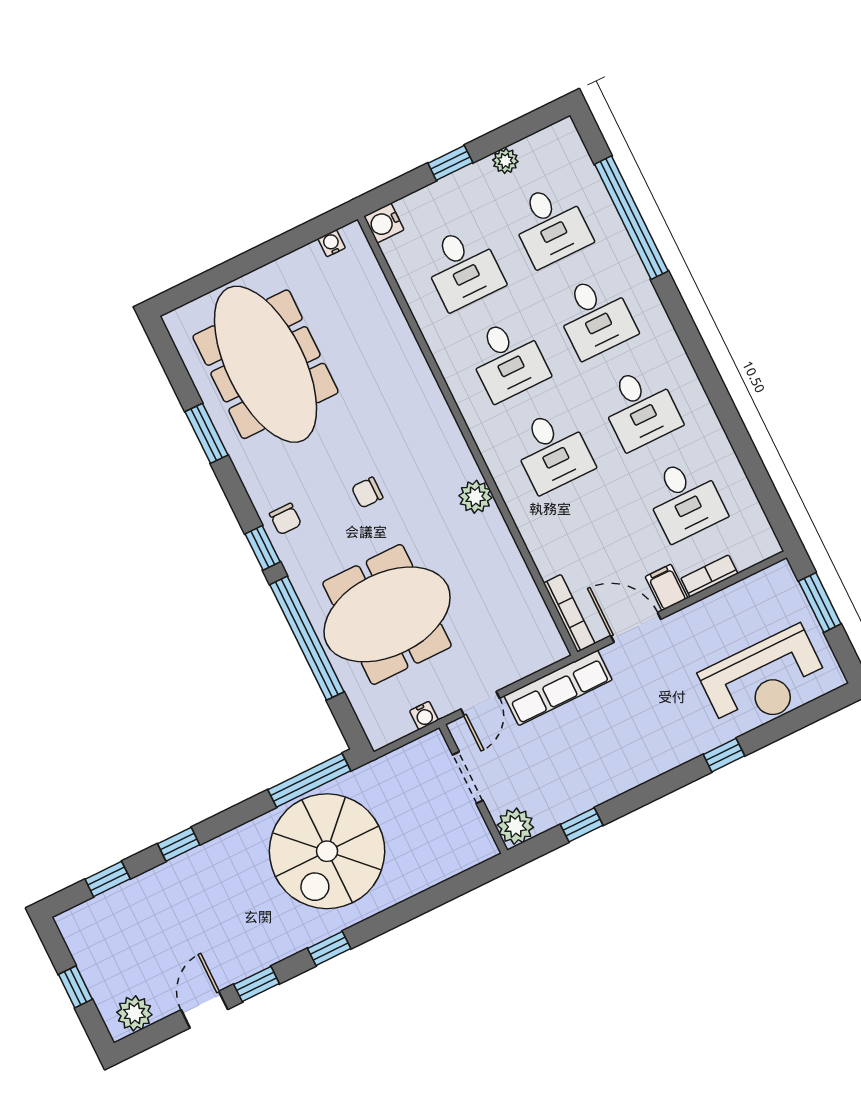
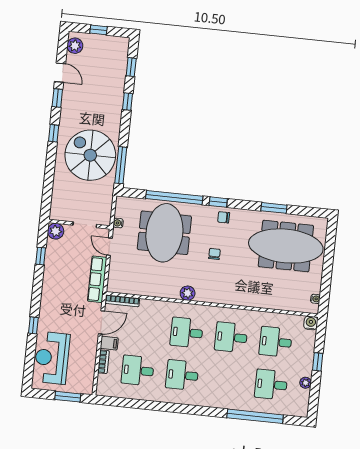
desk: (595, 317) -> (227, 380), removed

